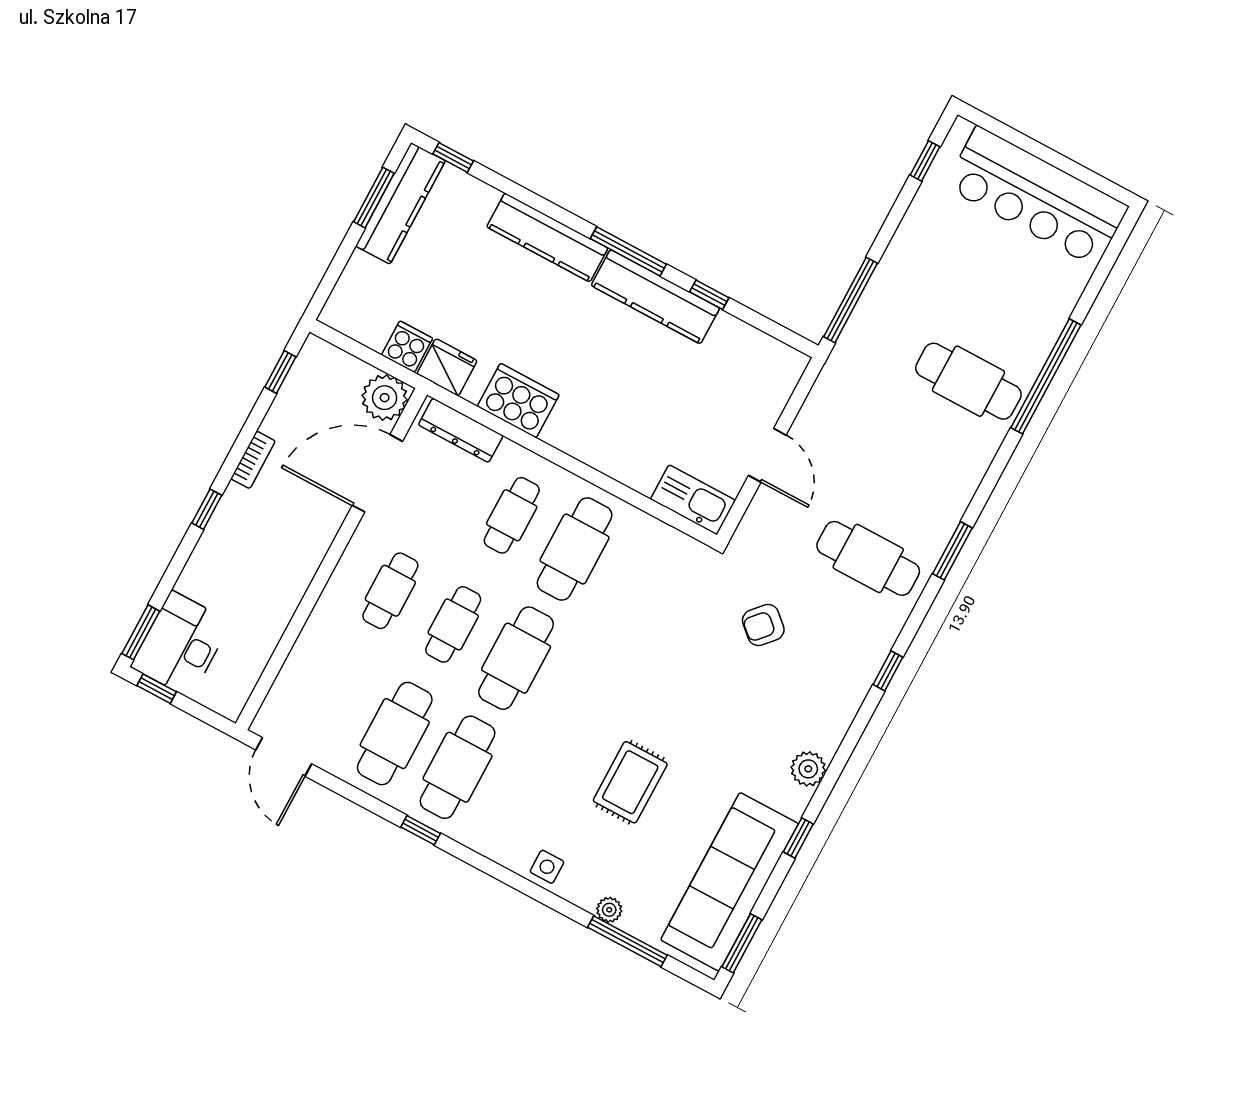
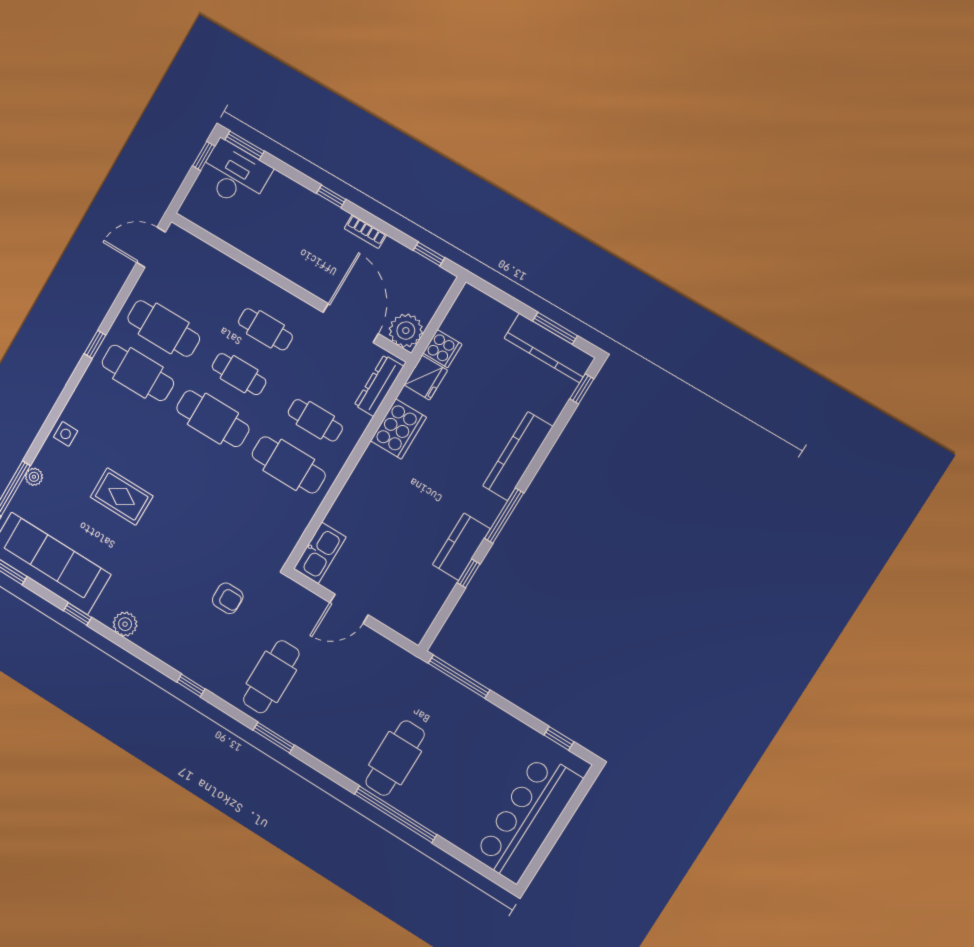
kitchen counter: (655, 297) -> (461, 547), width x0.67
armchair: (763, 625) -> (228, 598), turned 138

